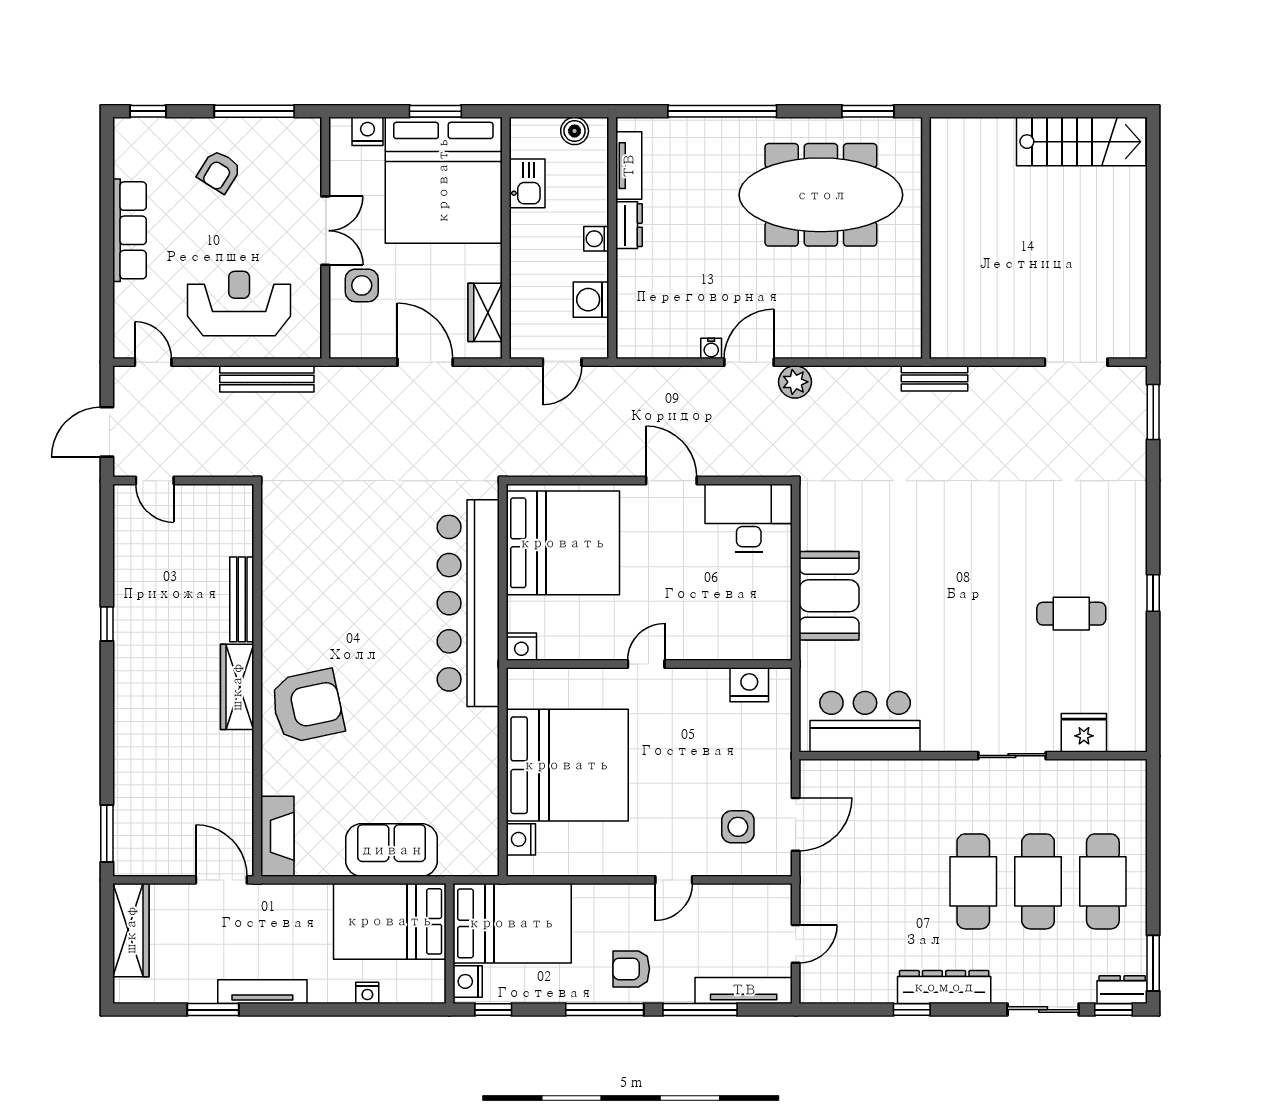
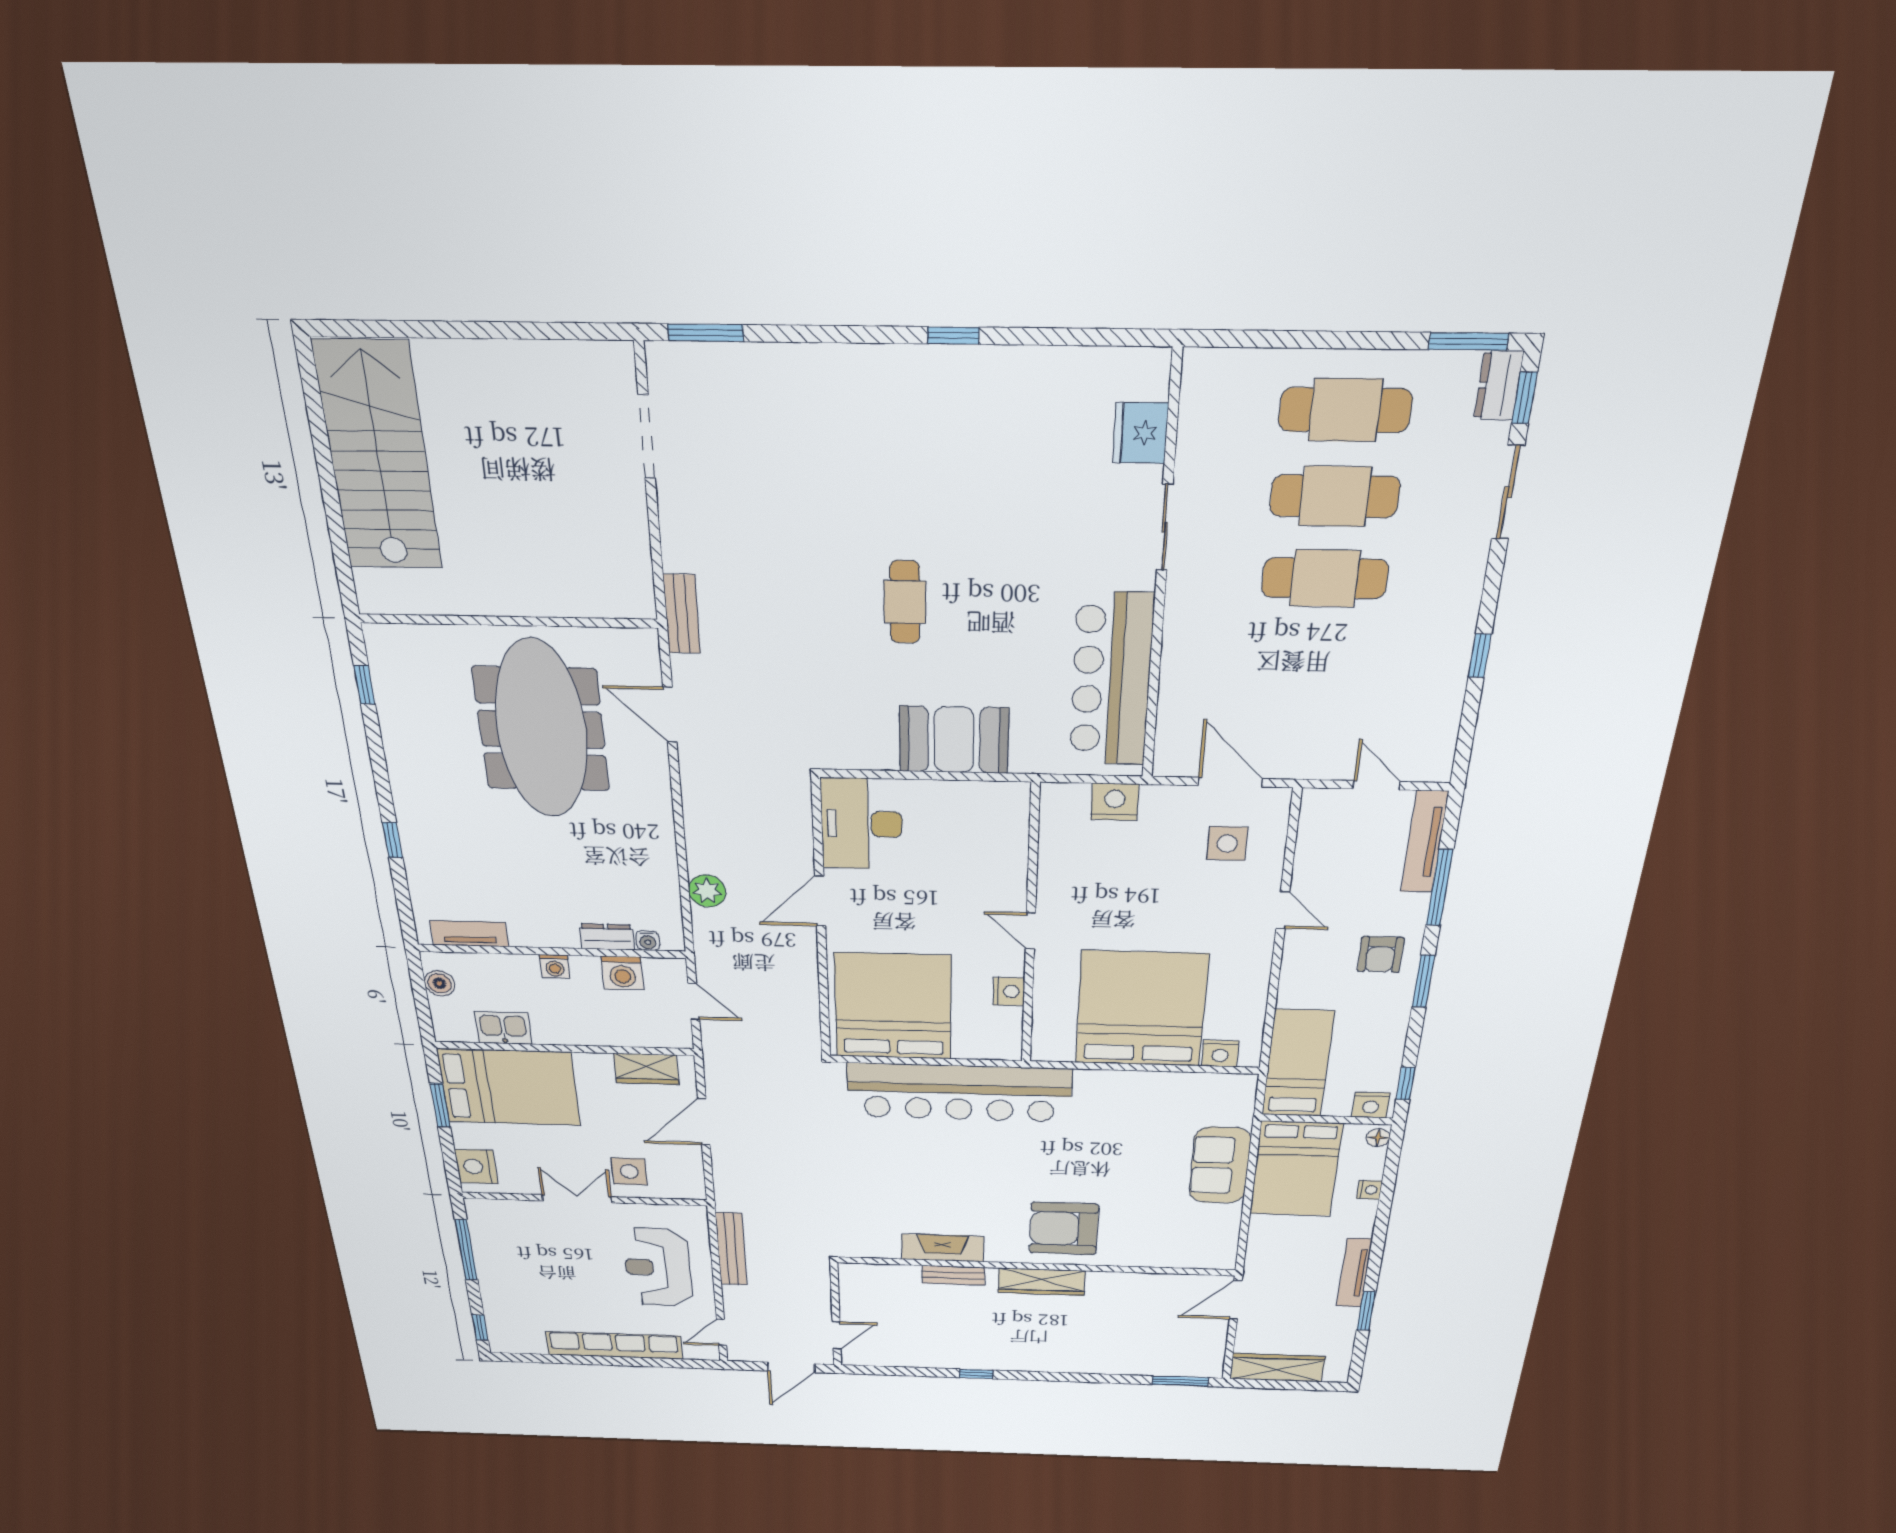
window: (722, 111) -> (392, 840), width x0.32
window: (868, 111) -> (364, 685), width x0.67
nightstand: (368, 131) -> (476, 1167), width x1.36, depth x1.33
stairs: (1081, 142) -> (378, 457), width x1.36, depth x1.51
armchair: (219, 172) -> (530, 1278), removed
bed: (443, 180) -> (509, 1088), width x0.73
meeting table: (821, 195) -> (541, 729), moved
dresser: (629, 225) -> (607, 937), moved
row of seats: (129, 230) -> (614, 1345), width x1.36
water cooler: (711, 348) -> (648, 941), moved, turned 90
door: (749, 362) -> (670, 715), moved
plant: (795, 382) -> (707, 891), moved
door: (107, 432) -> (791, 1367), hinge flipped
bench: (242, 599) -> (953, 1275), width x0.73
cafe table: (1071, 614) -> (905, 602), moved
nightstand: (521, 647) -> (1009, 992), moved
nightstand: (749, 685) -> (1115, 802), moved, turned 90
armchair: (307, 706) -> (1064, 1229), turned -78
bar counter: (865, 722) -> (1111, 680), width x1.36
fireplace: (277, 836) -> (943, 1248), moved
bed: (512, 923) -> (1298, 1063), width x0.67
dresser: (944, 987) -> (1457, 616), removed
floor lamp: (430, 993) -> (1378, 1138), added
window: (605, 1010) -> (1423, 981), width x0.69

